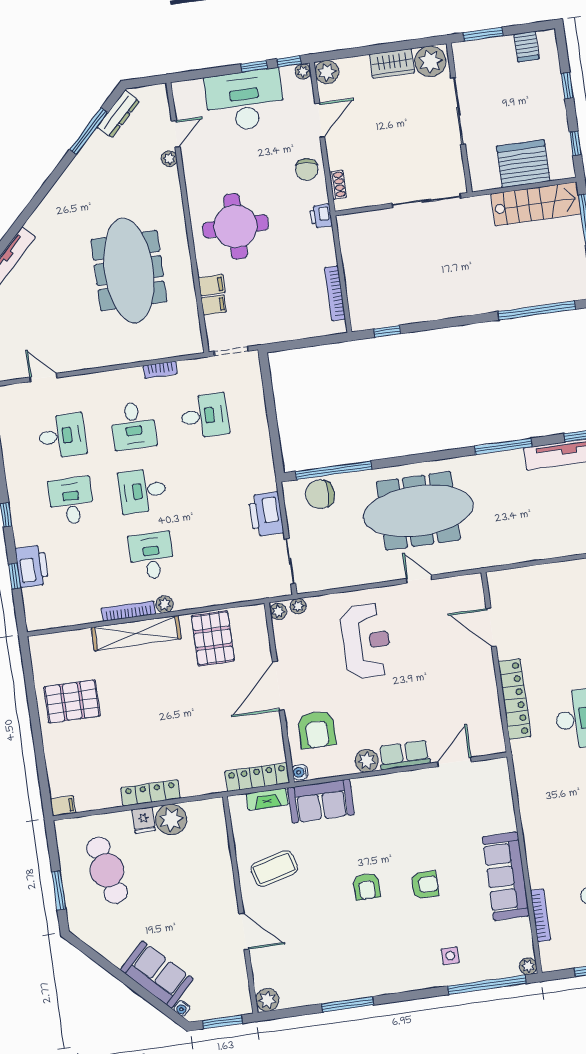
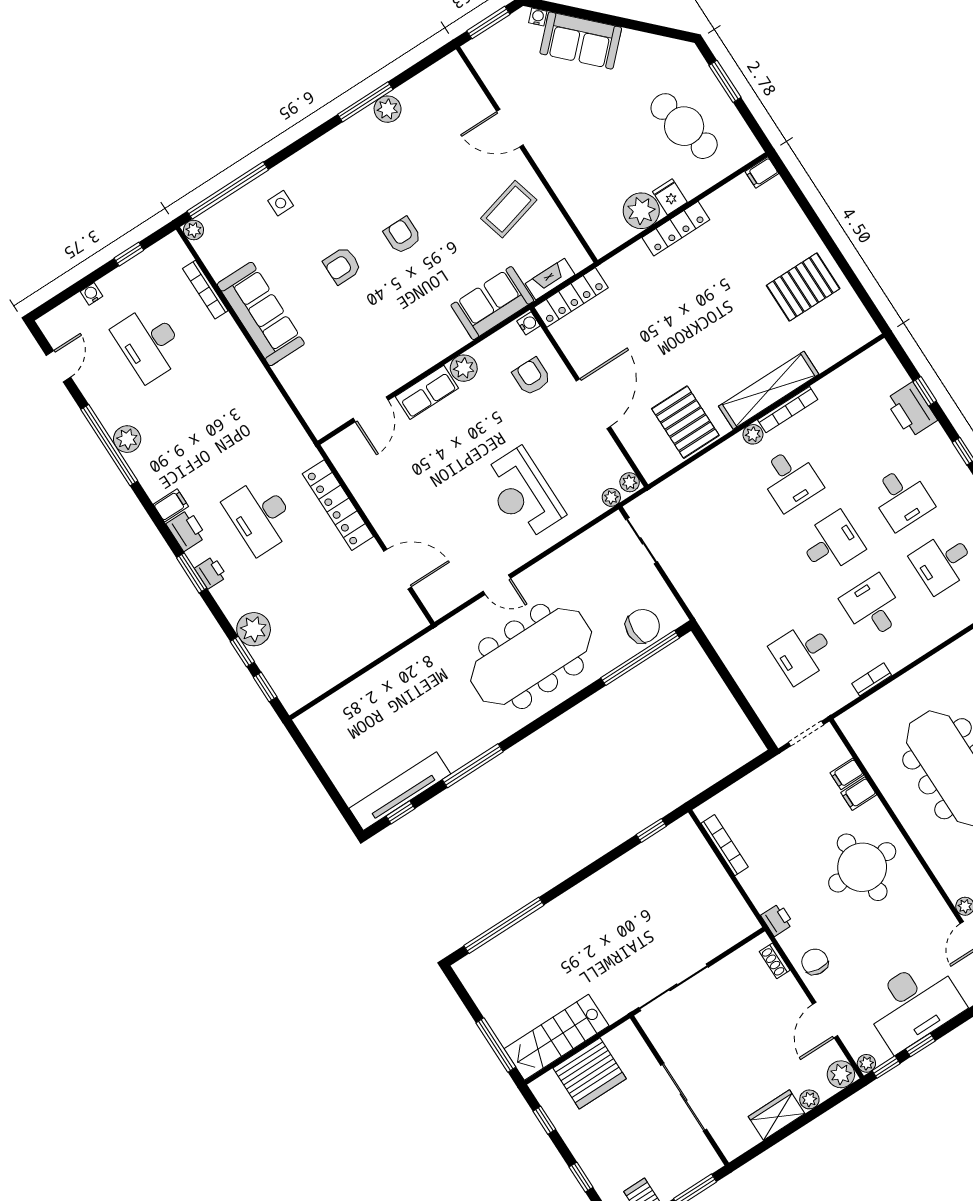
plant: (430, 61) -> (809, 1099), moved, width x0.53, depth x0.53
printer: (266, 514) -> (690, 579), removed
armchair: (317, 729) -> (532, 377), width x0.72, depth x0.72
plant: (267, 1000) -> (388, 109), moved

